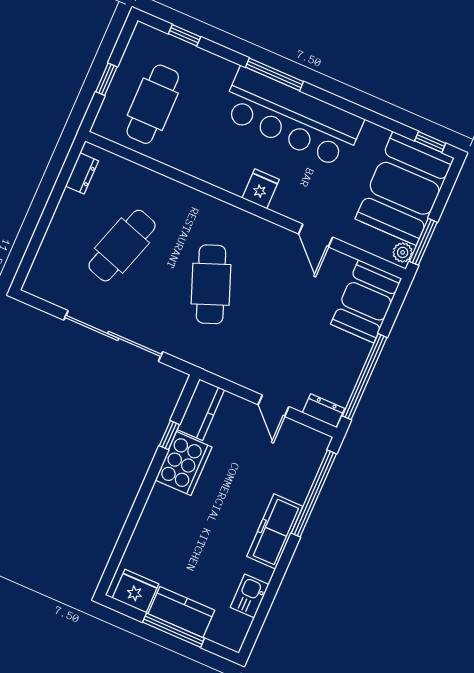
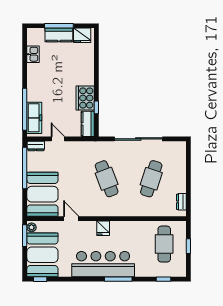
booth: (366, 301) -> (42, 194), width x1.36, depth x1.42
freezer: (275, 531) -> (34, 118), moved

